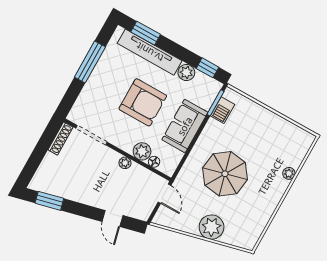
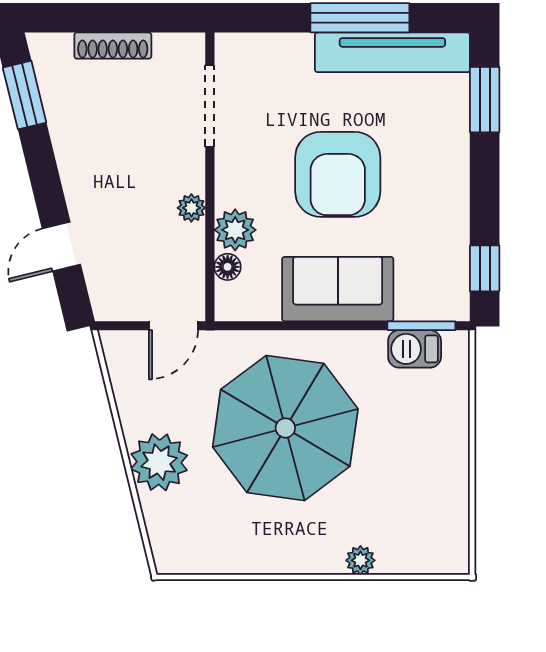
tv unit: (150, 52) -> (392, 52), moved, turned -90
plant: (186, 73) -> (450, 230), removed
shoe rack: (60, 138) -> (113, 46), moved
parasol: (225, 174) -> (285, 428), width x1.36, depth x1.36

